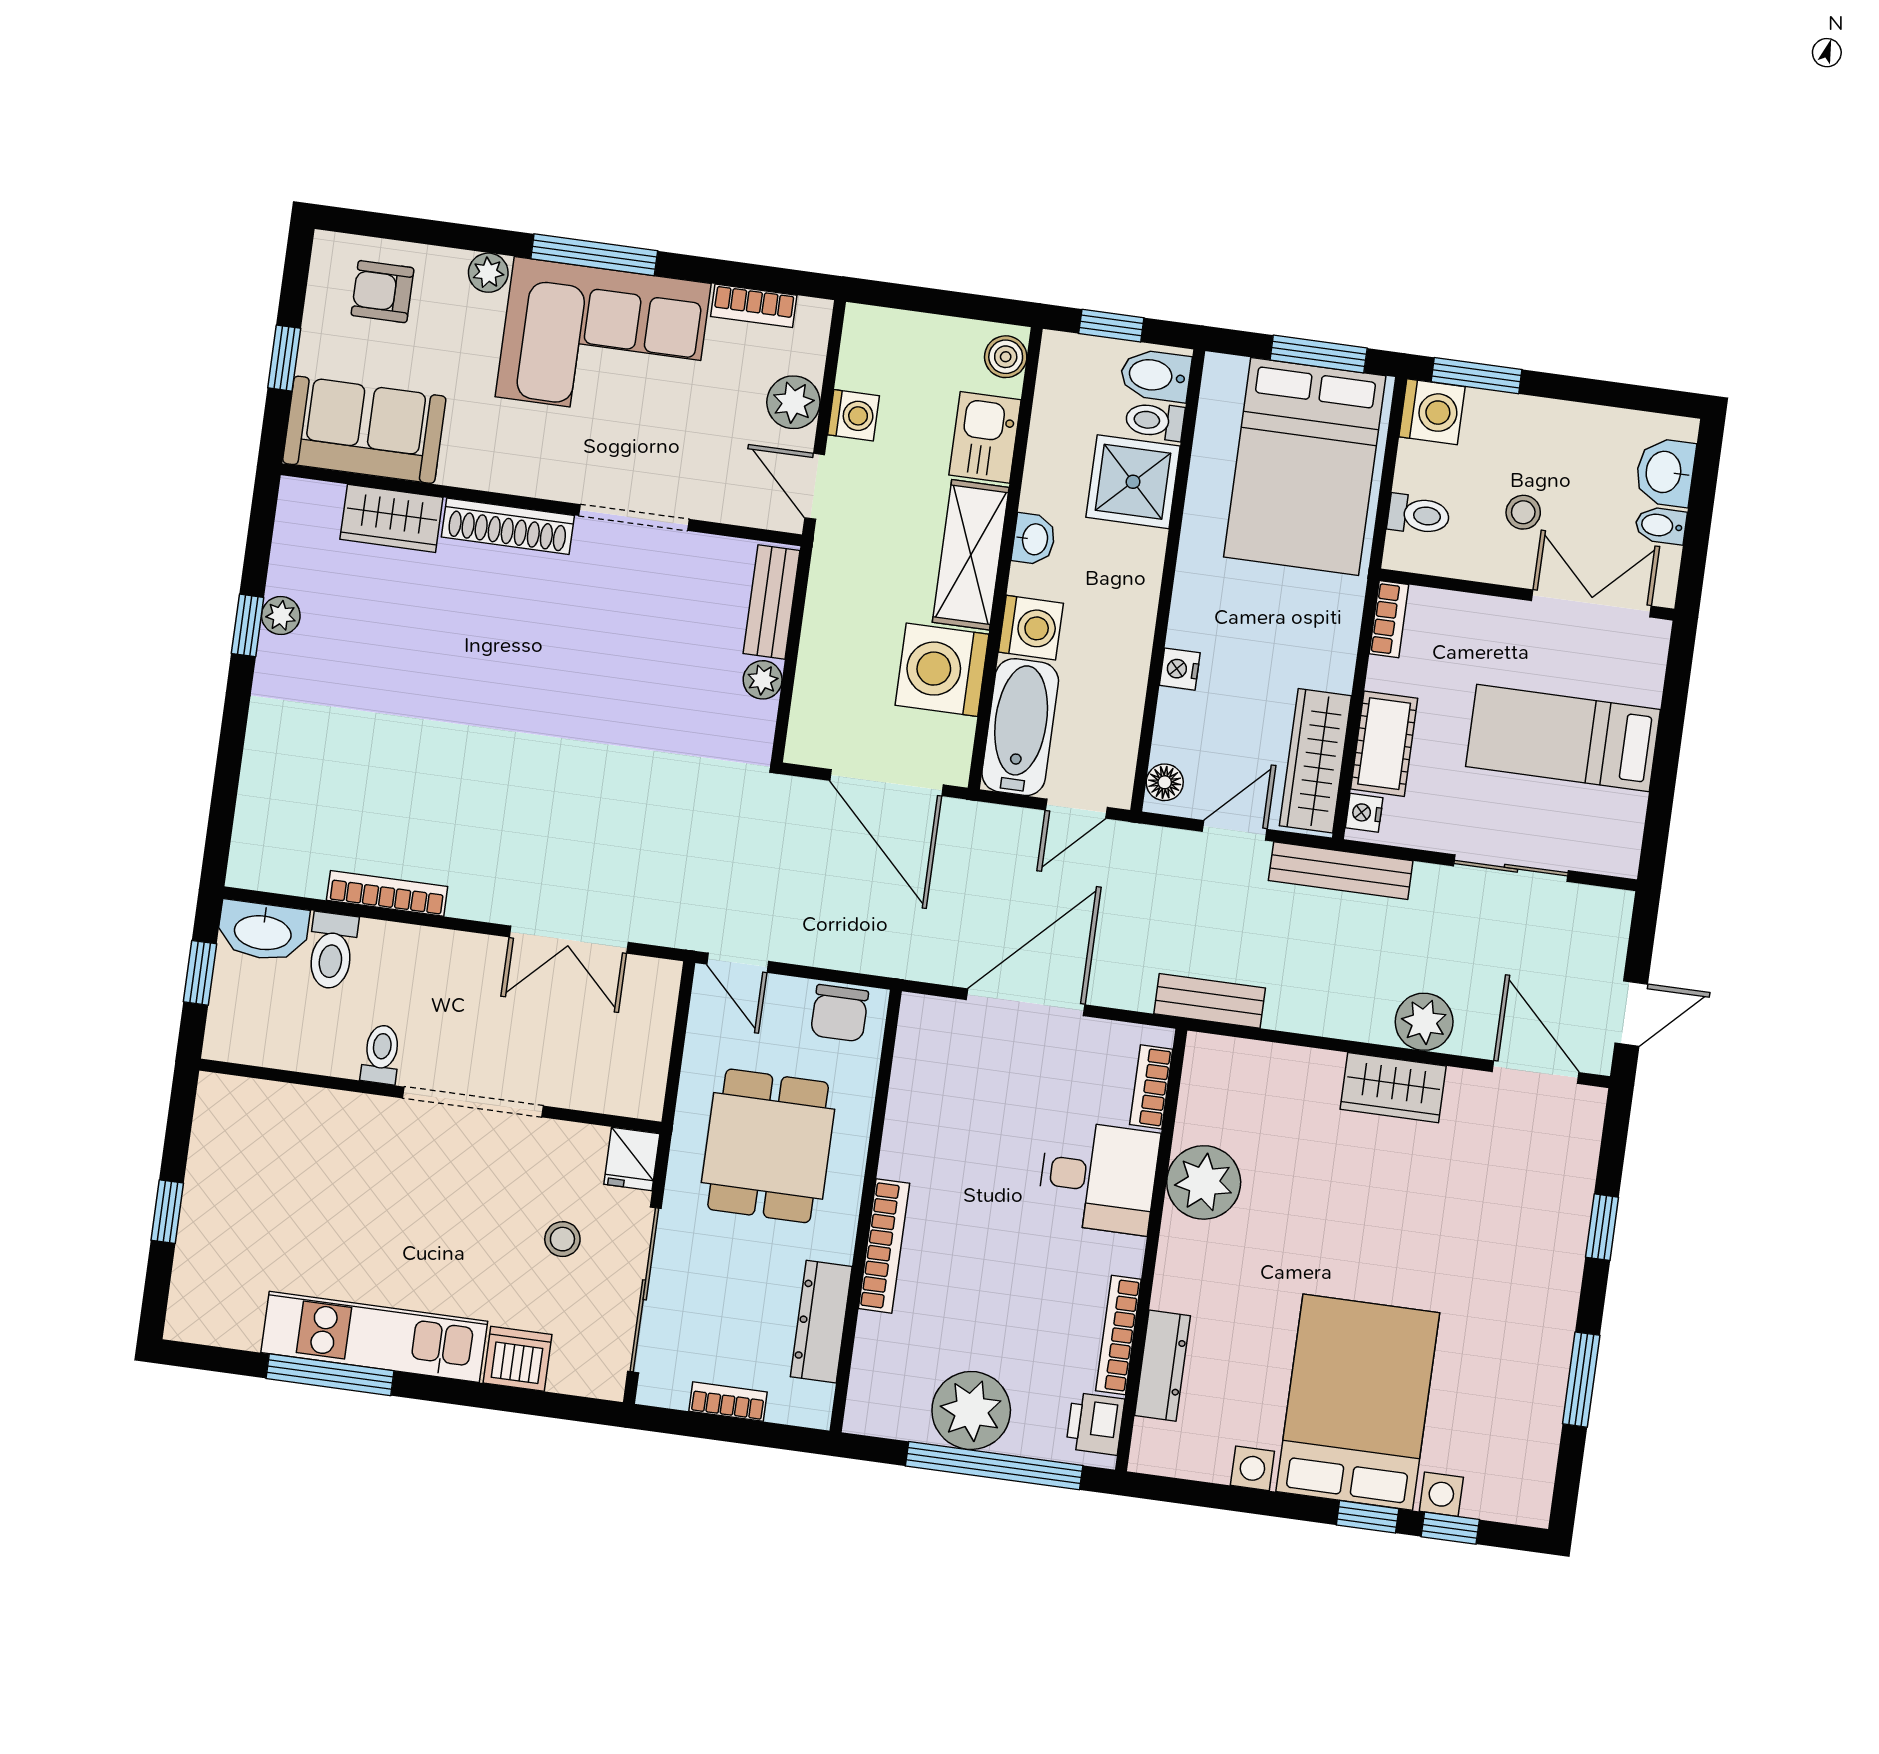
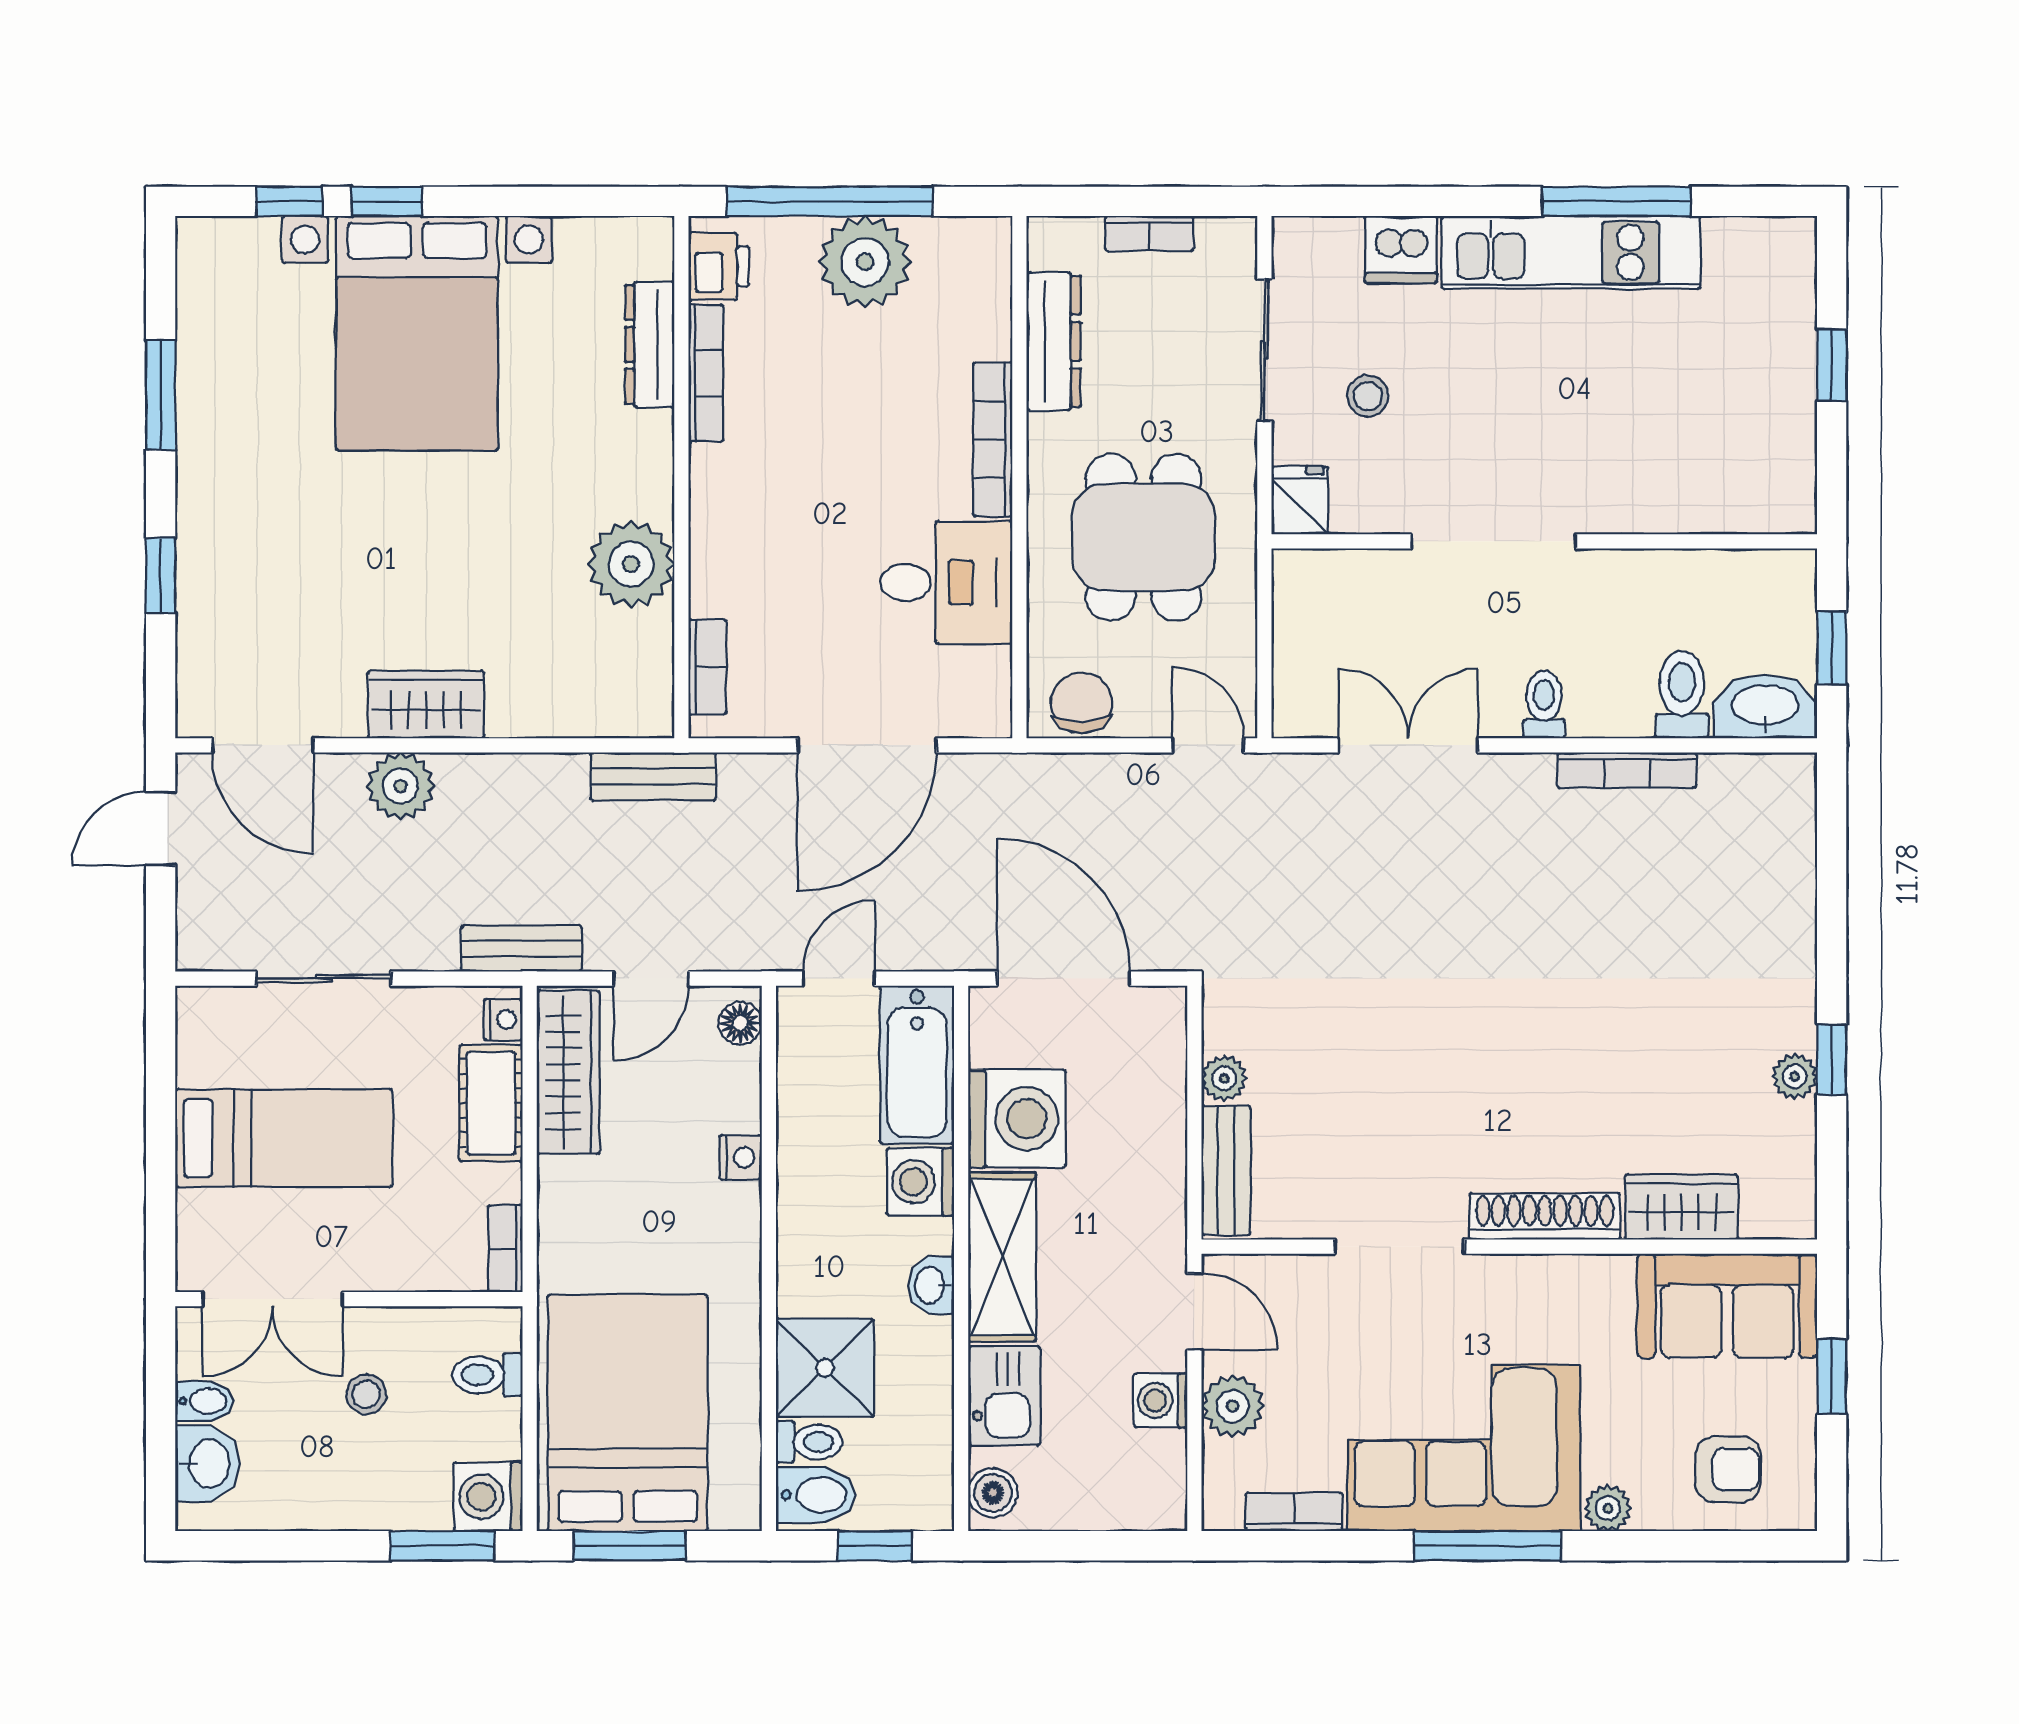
bench: (1341, 871) -> (521, 948), width x0.73
toilet: (381, 1054) -> (1544, 704), moved, turned 180
desk: (1098, 1177) -> (946, 582), moved, turned 180
sliding door: (644, 1290) -> (1264, 350), width x0.73

